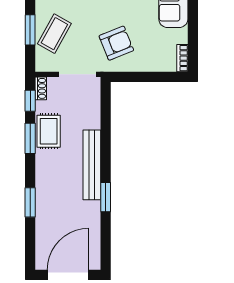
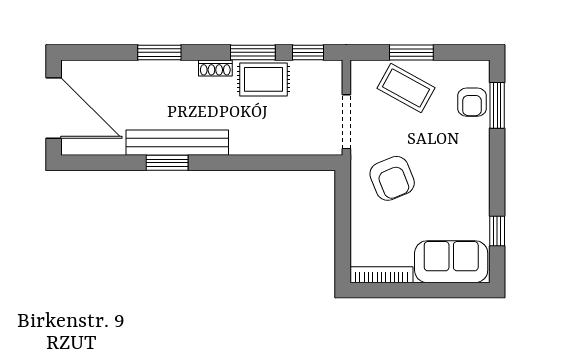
bookcase: (182, 58) -> (381, 275), width x1.56
shoe rack: (41, 88) -> (215, 68), moved
bench: (92, 165) -> (177, 143), moved

